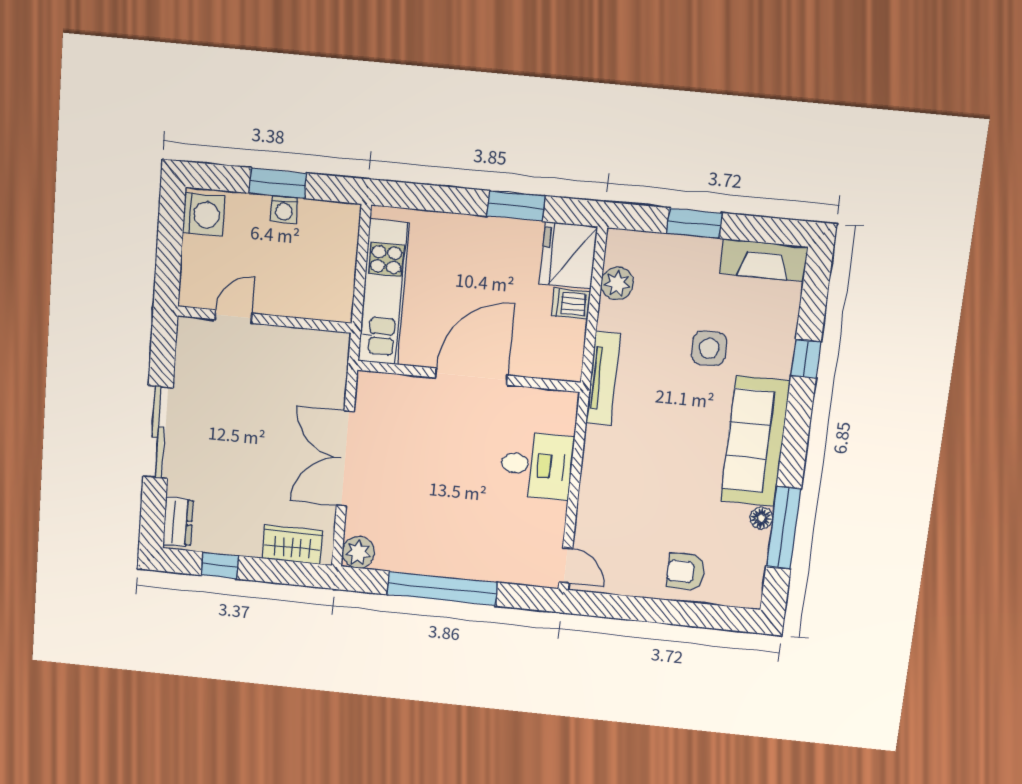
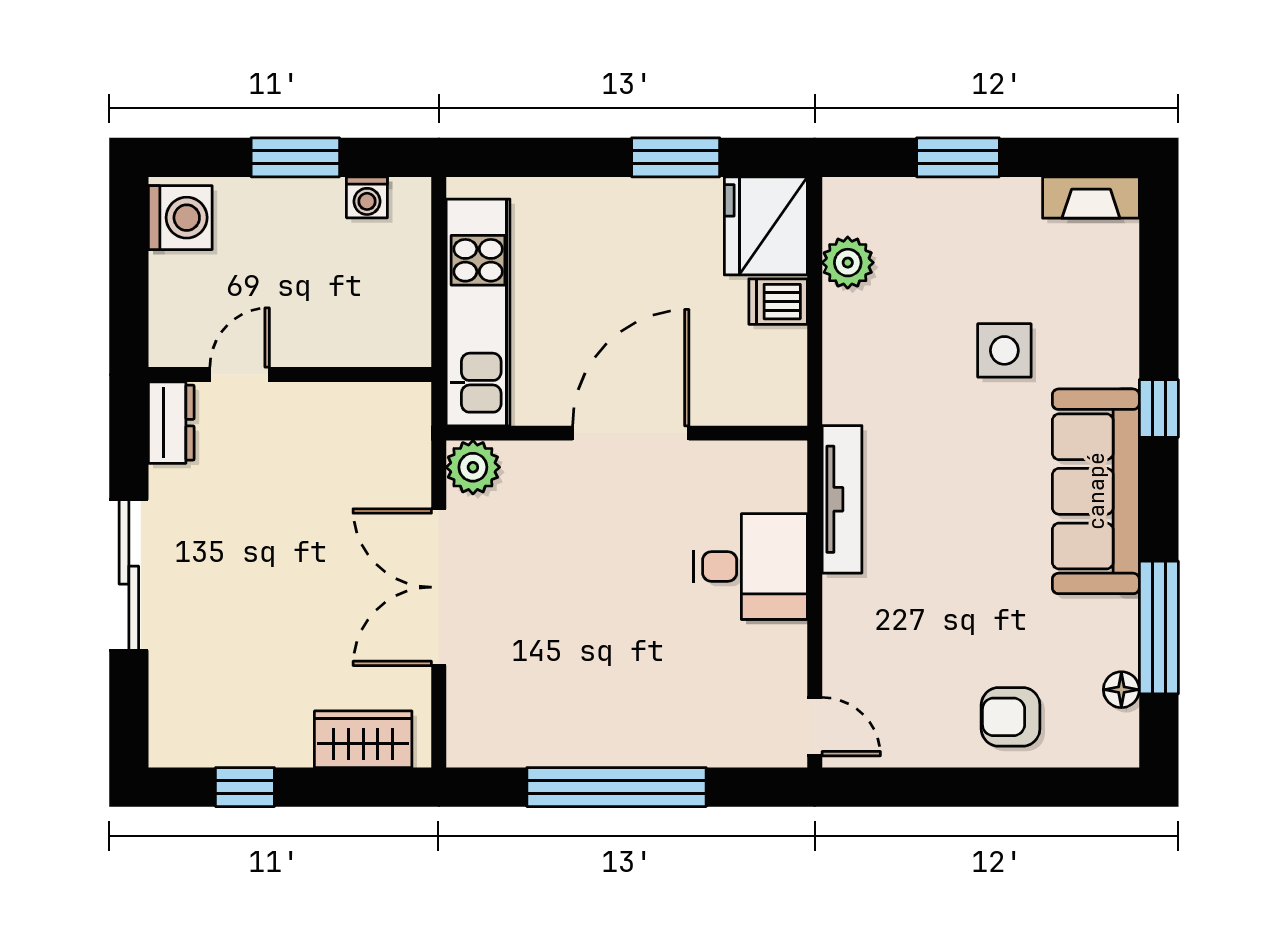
washing machine: (284, 209) -> (367, 197), moved
fireplace: (764, 260) -> (1091, 197), width x0.73, depth x0.76
window: (806, 359) -> (1159, 409), moved
tv unit: (603, 378) -> (842, 499), moved
floor lamp: (761, 518) -> (1121, 690), moved
dresser: (178, 522) -> (171, 423), moved
plant: (358, 552) -> (473, 467), moved

